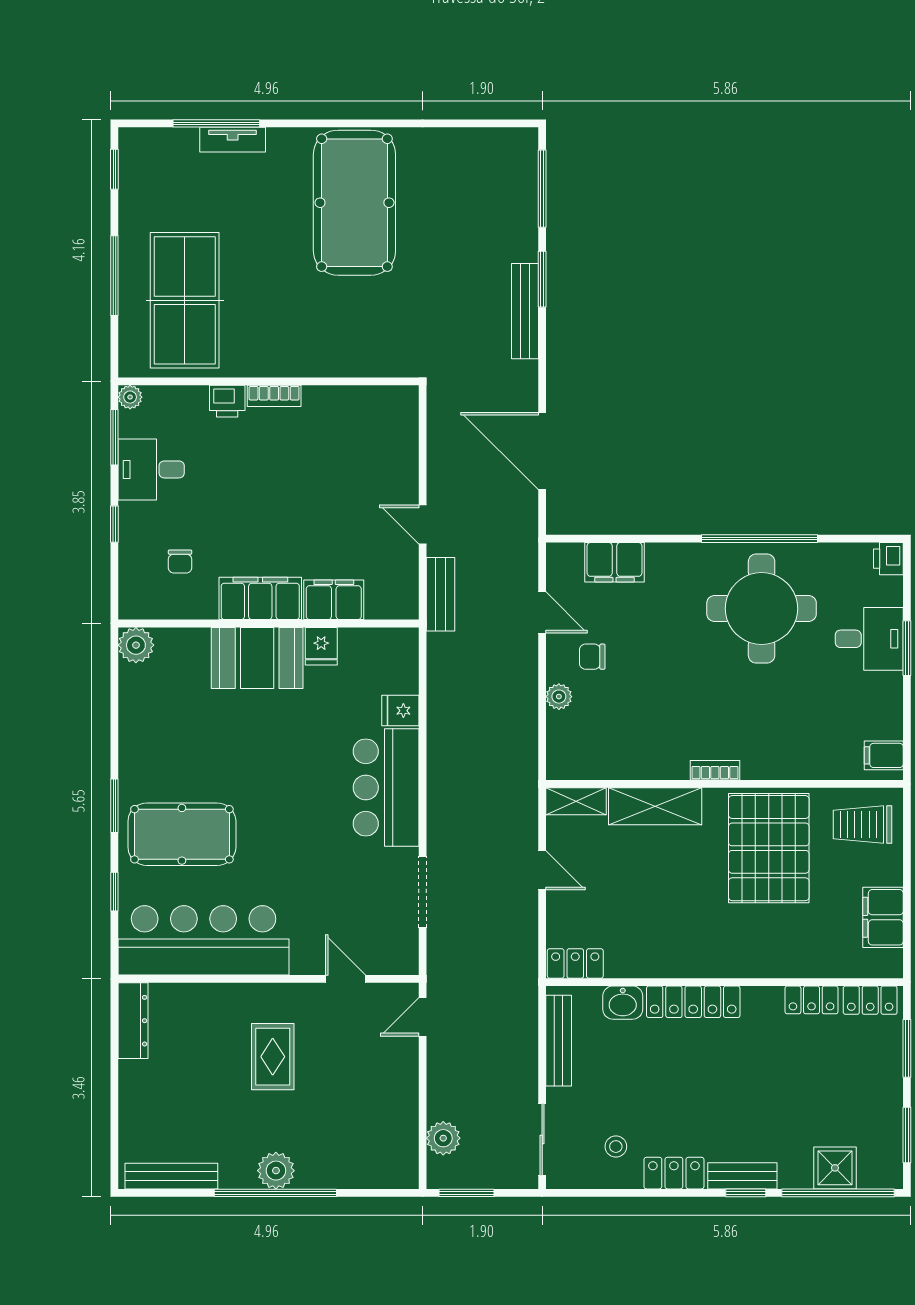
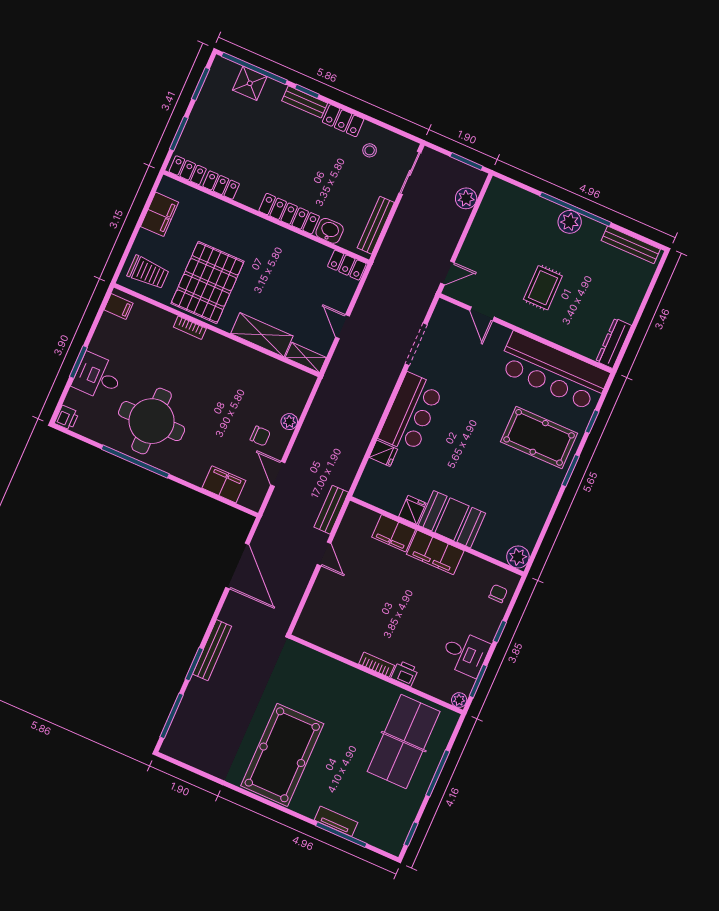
chair: (180, 561) -> (498, 594), moved
bookcase: (715, 770) -> (190, 328), moved

